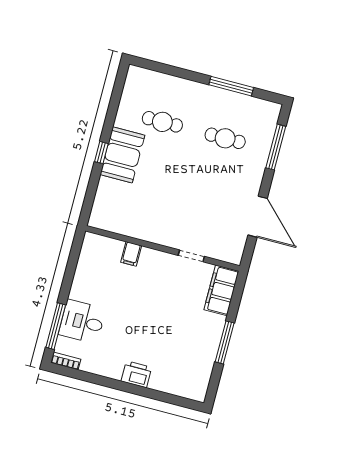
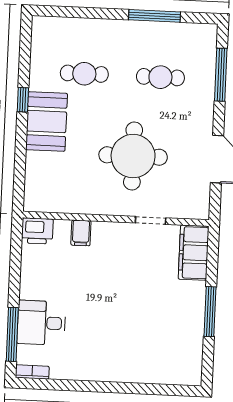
window: (101, 153) -> (23, 100), moved
round table: (188, 199) -> (133, 156), added
printer: (136, 374) -> (37, 231), moved, turned 180

